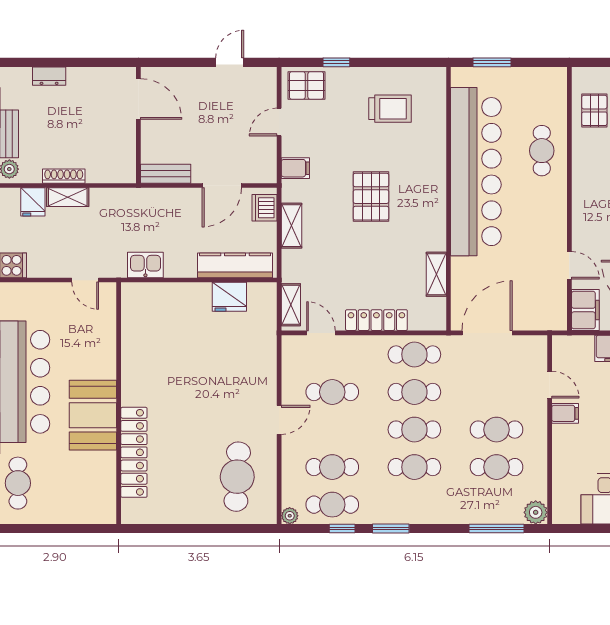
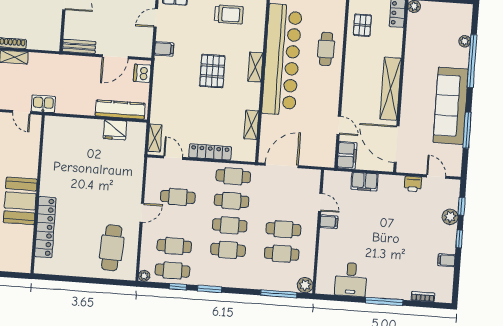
shelving: (292, 226) -> (255, 67), moved
kitchen sink: (145, 265) -> (43, 104), moved

